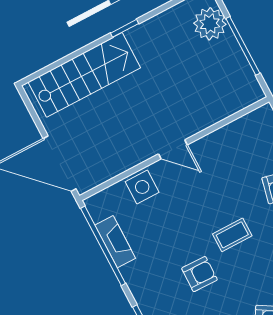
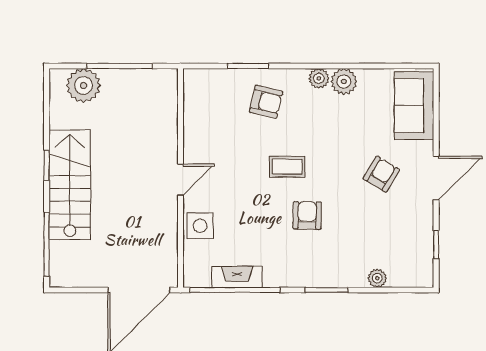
window: (57, 64) -> (47, 244), added
stairs: (84, 75) -> (70, 185), moved
coffee table: (232, 235) -> (287, 167), turned 90

